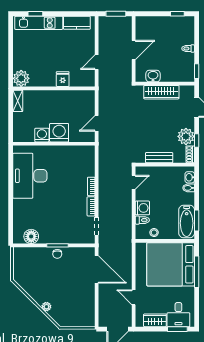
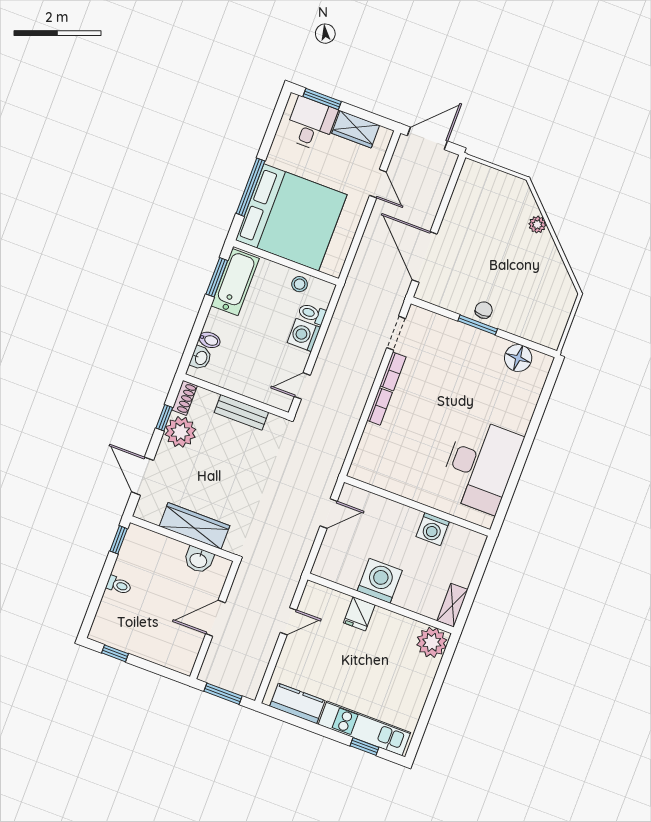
washing machine: (59, 133) -> (380, 581), moved, turned 180

